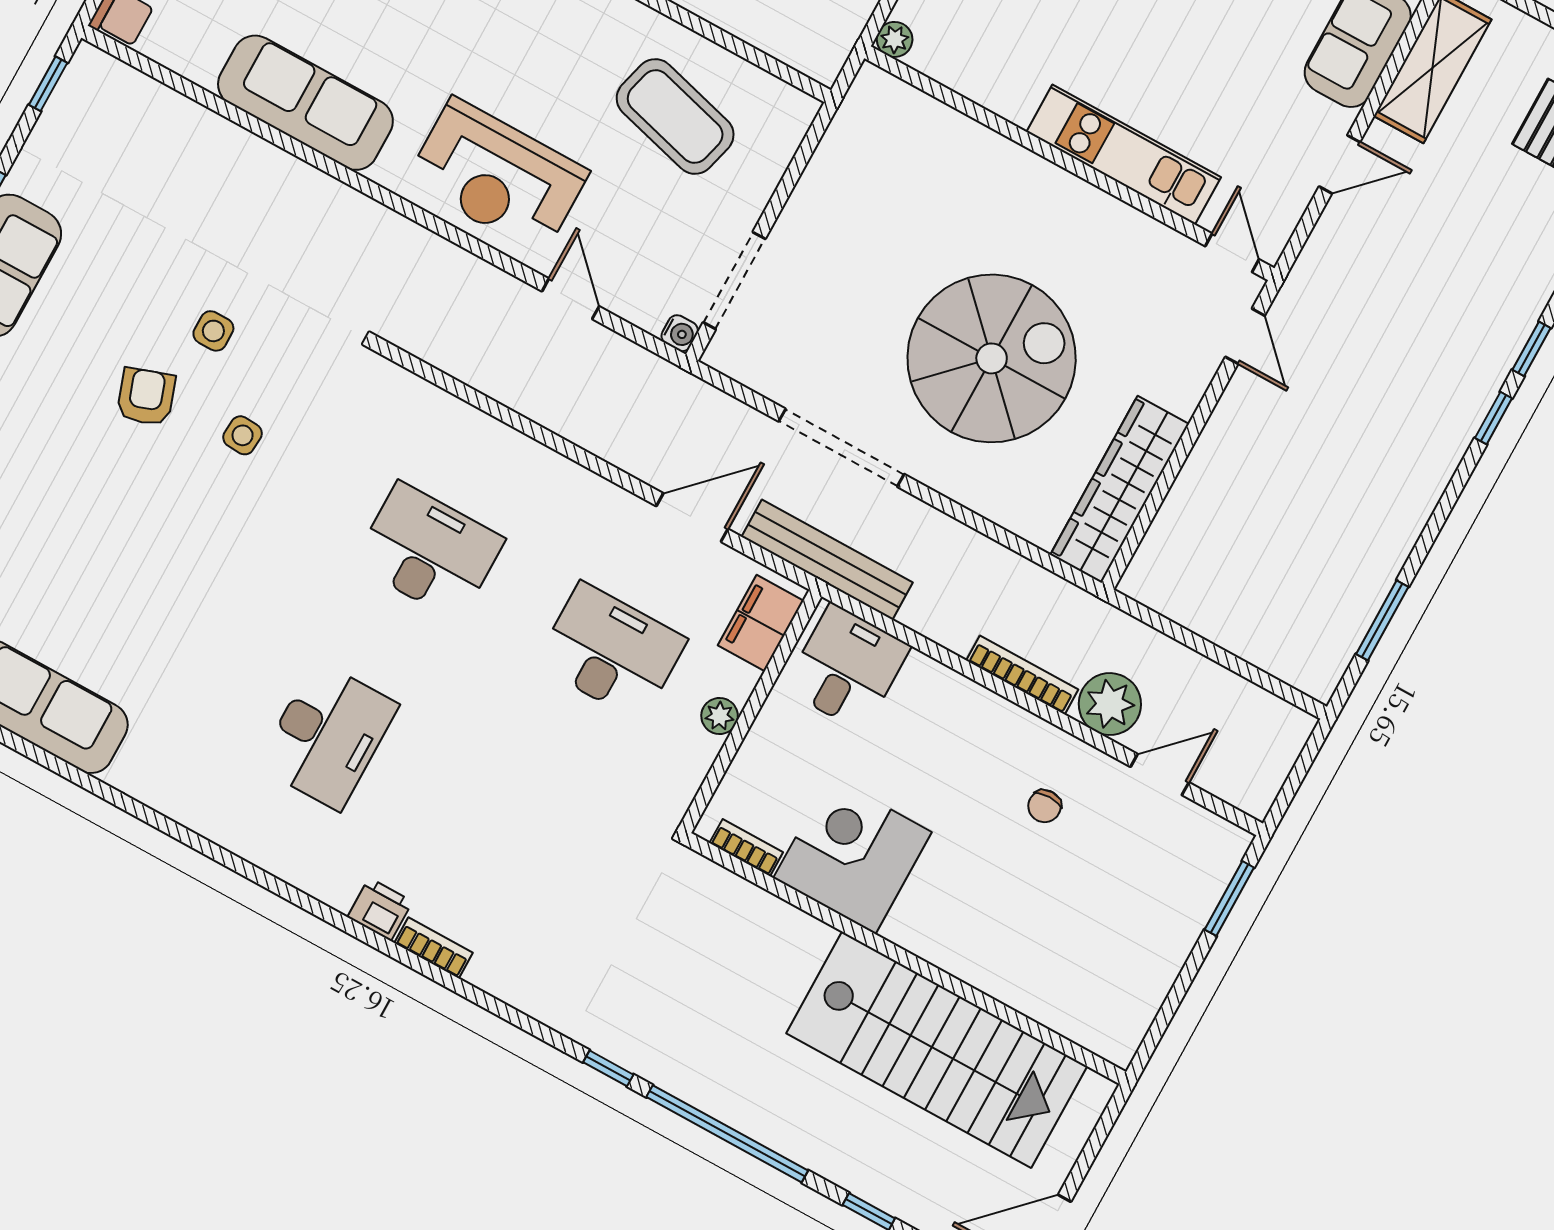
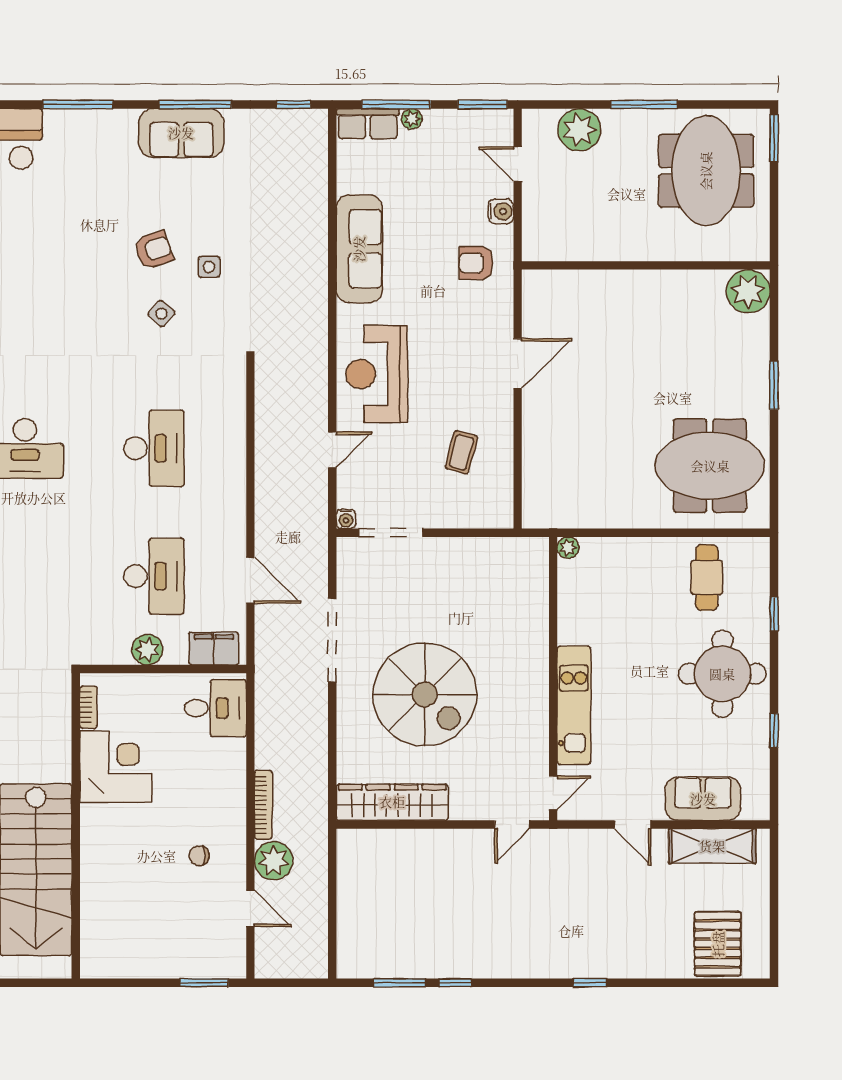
coffee table: (675, 116) -> (461, 452), width x0.54, depth x0.58
window: (1493, 418) -> (455, 983), moved
side table: (243, 435) -> (161, 313), turned 37
bench: (827, 560) -> (268, 665), removed
plant: (720, 716) -> (147, 650), width x1.38, depth x1.38

